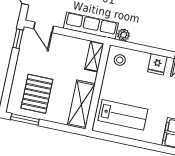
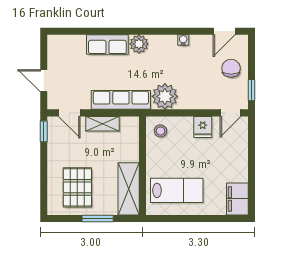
plant: (123, 35) -> (165, 96), width x1.87, depth x1.87
shelving: (94, 56) -> (103, 124), moved, turned 90
window: (25, 120) -> (98, 218), moved

